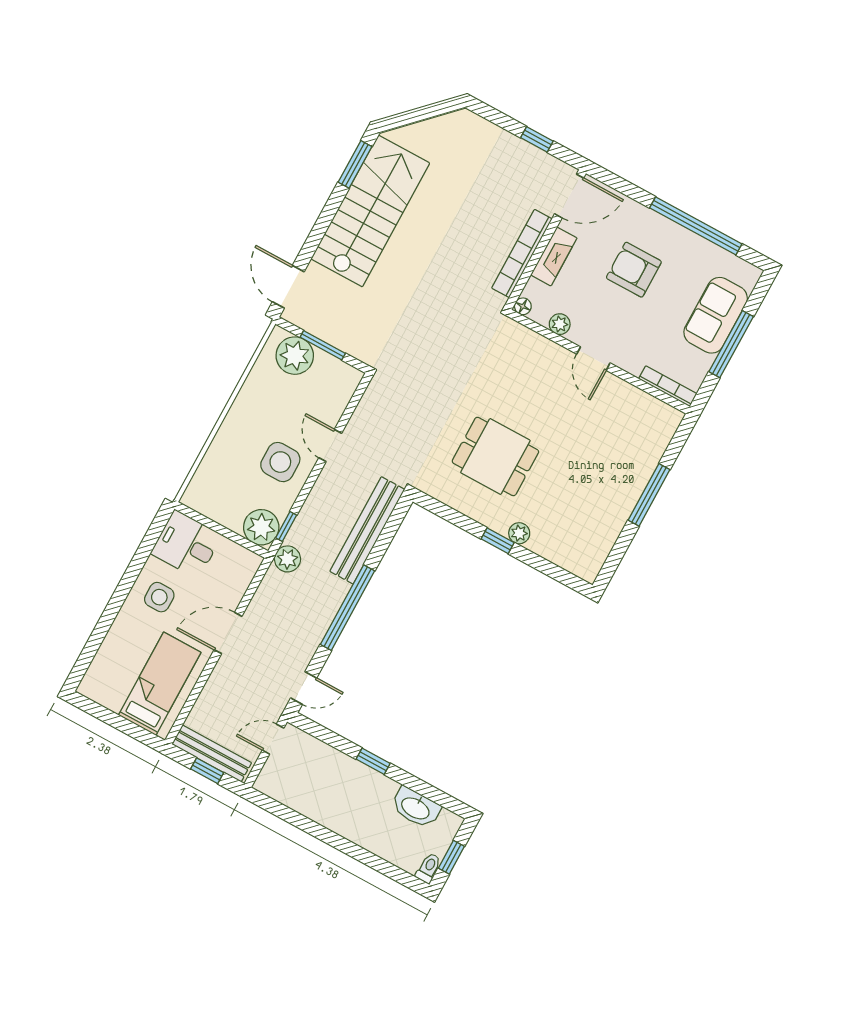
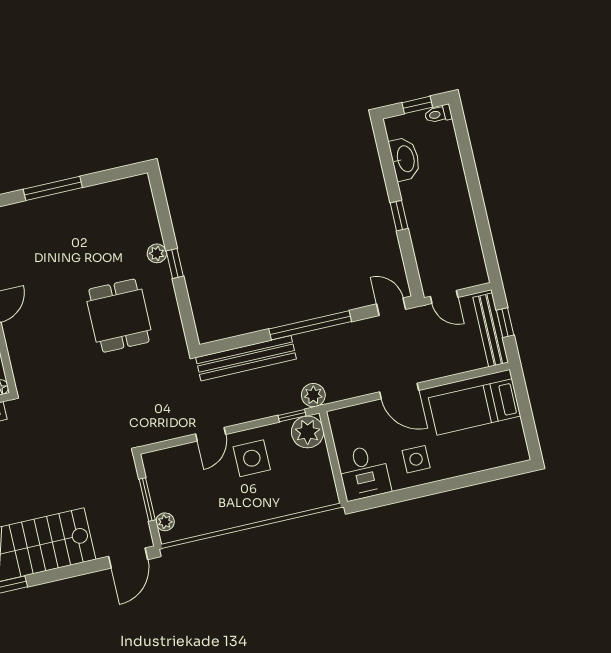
plant: (295, 356) -> (165, 522), width x0.53, depth x0.53

